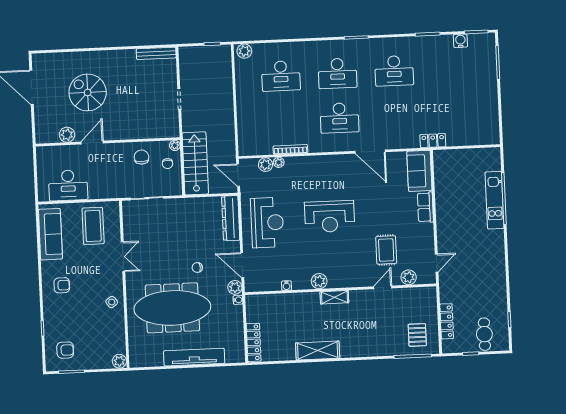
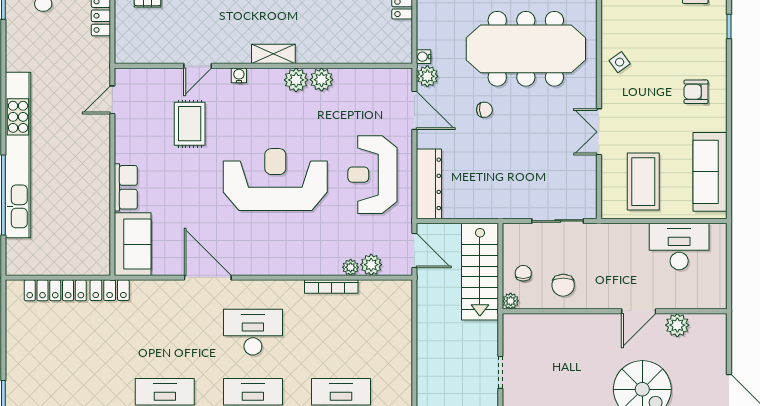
locker: (468, 139) -> (55, 290), added
kitchen unit: (495, 200) -> (18, 155), width x1.86
reception desk: (330, 217) -> (275, 180), width x1.36, depth x1.30
plant: (409, 277) -> (322, 80), moved
water cooler: (287, 286) -> (239, 75), moved

